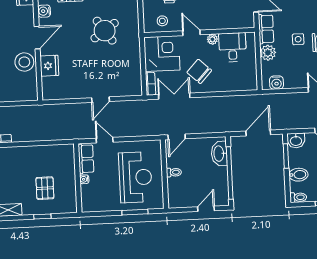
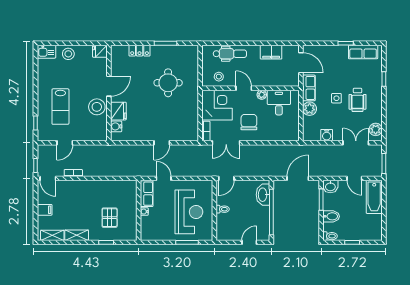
water cooler: (44, 11) -> (116, 126), moved
round table: (105, 31) -> (168, 83), turned 35
chair: (199, 71) -> (249, 122), turned 47
water cooler: (276, 83) -> (327, 135), moved
double door: (174, 96) -> (226, 143), swing flipped

